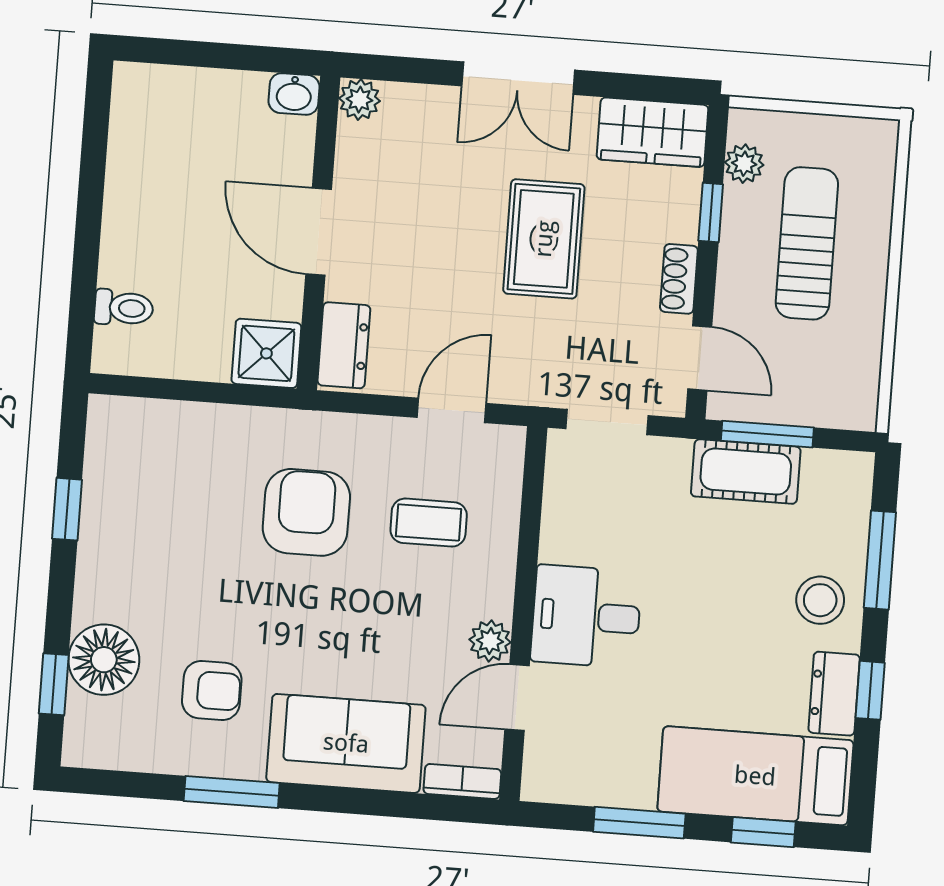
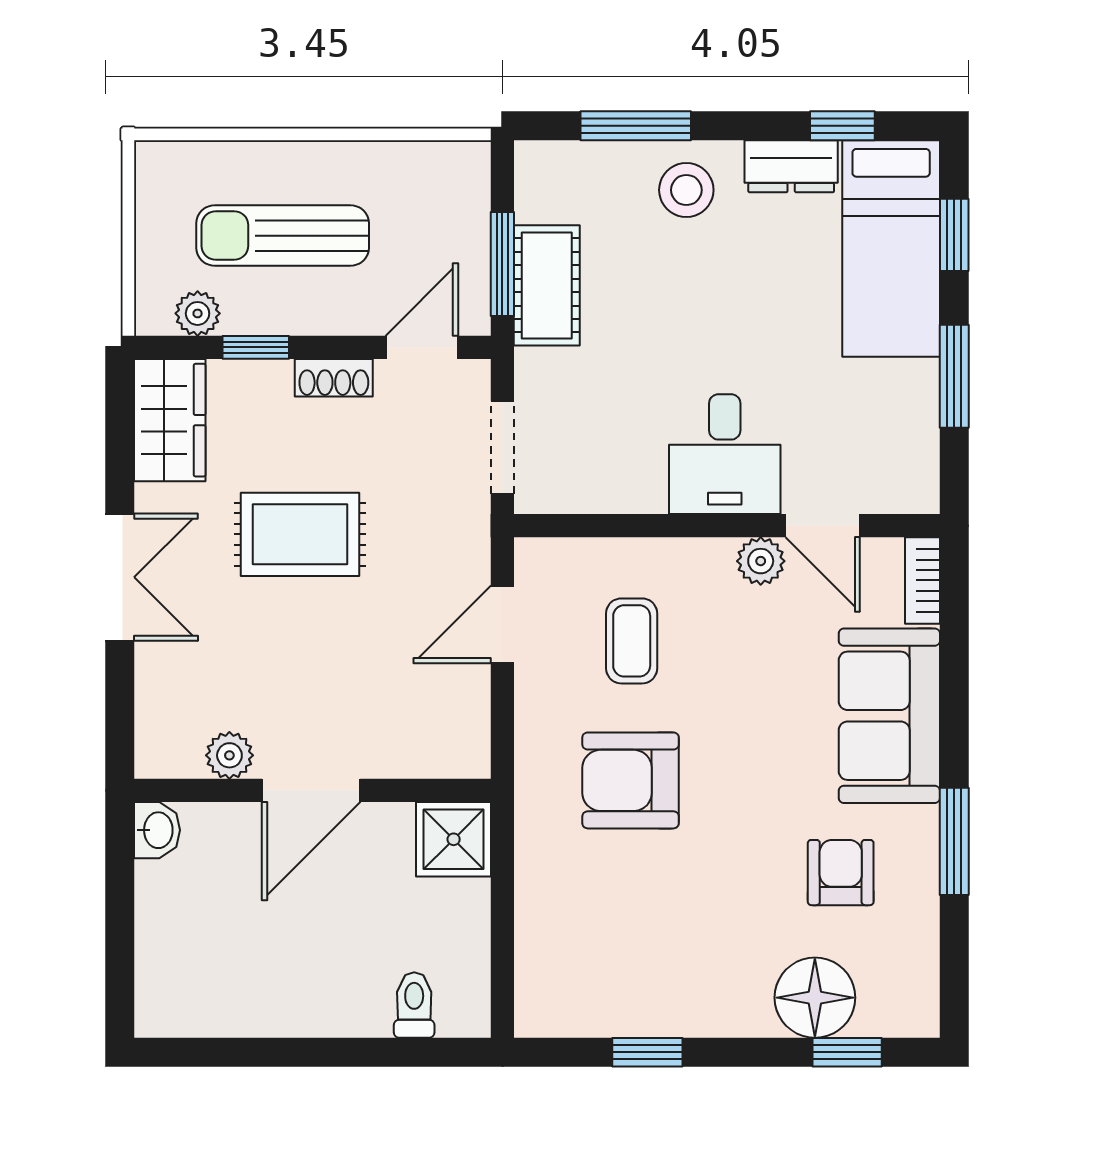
plant: (359, 100) -> (229, 755), moved
dresser: (344, 345) -> (438, 752), removed
door: (452, 410) -> (502, 624), hinge flipped
window: (870, 690) -> (842, 126), moved

